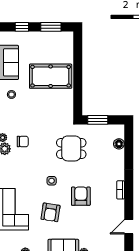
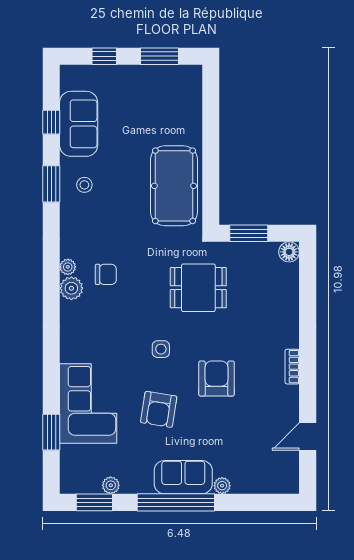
pool table: (51, 76) -> (174, 186), moved, turned 90
floor lamp: (119, 144) -> (289, 252), moved

